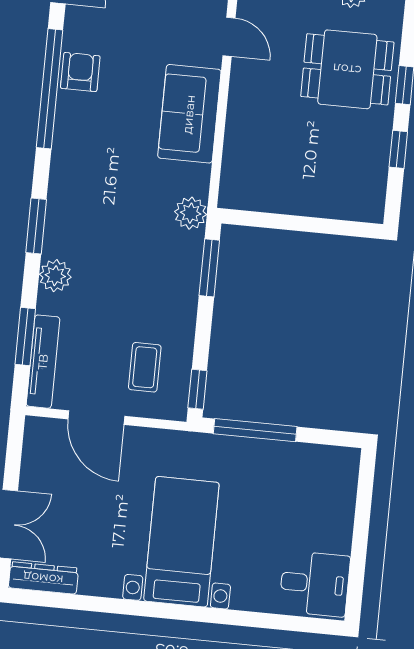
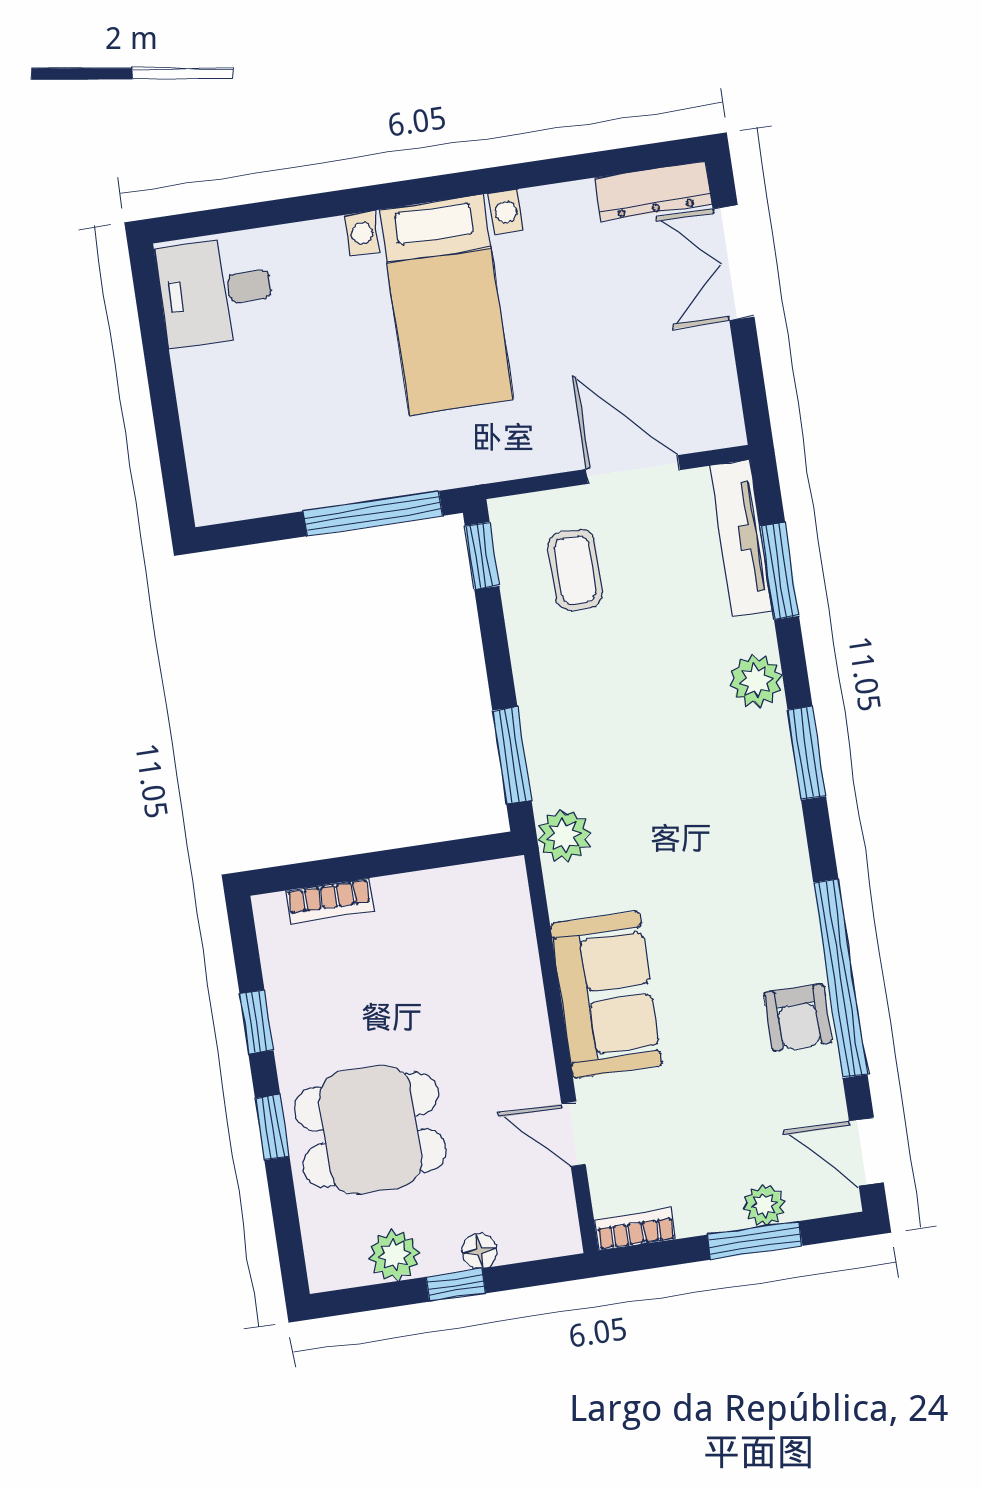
bookcase: (338, 209) -> (330, 901), added

